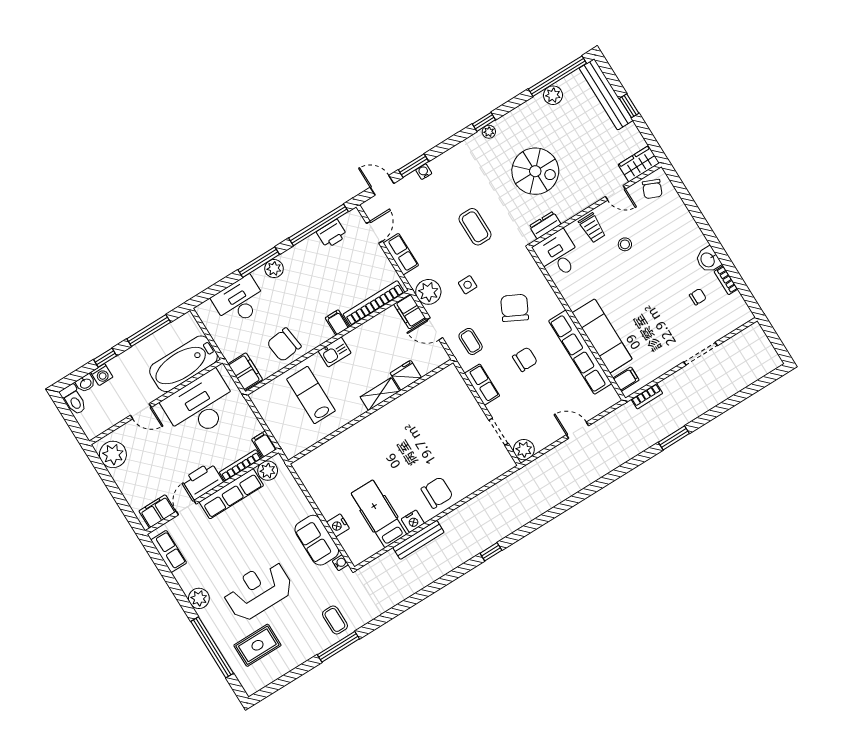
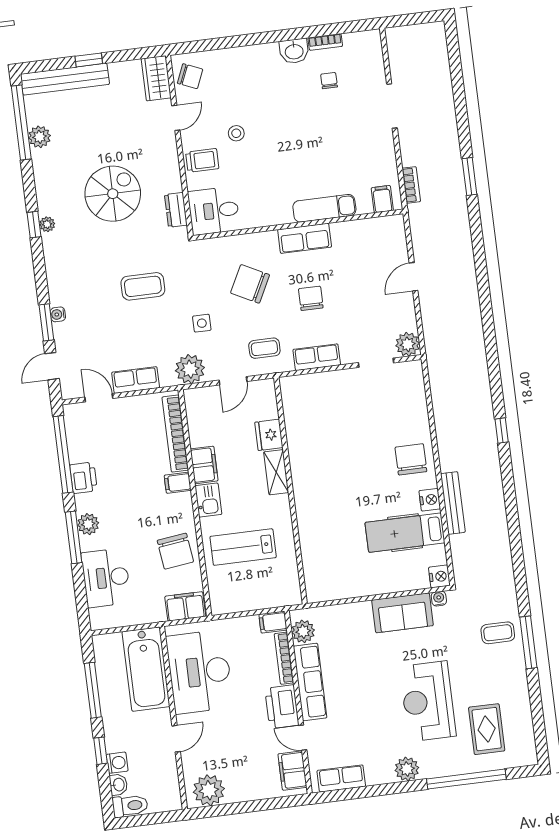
printer: (332, 234) -> (84, 478), moved
filing cabinet: (410, 311) -> (204, 465), moved, turned -90
exam couch: (602, 336) -> (324, 208), width x0.73, depth x0.69
row of seats: (580, 352) -> (305, 238), width x0.50
nightstand: (338, 525) -> (439, 576), moved, turned -90

